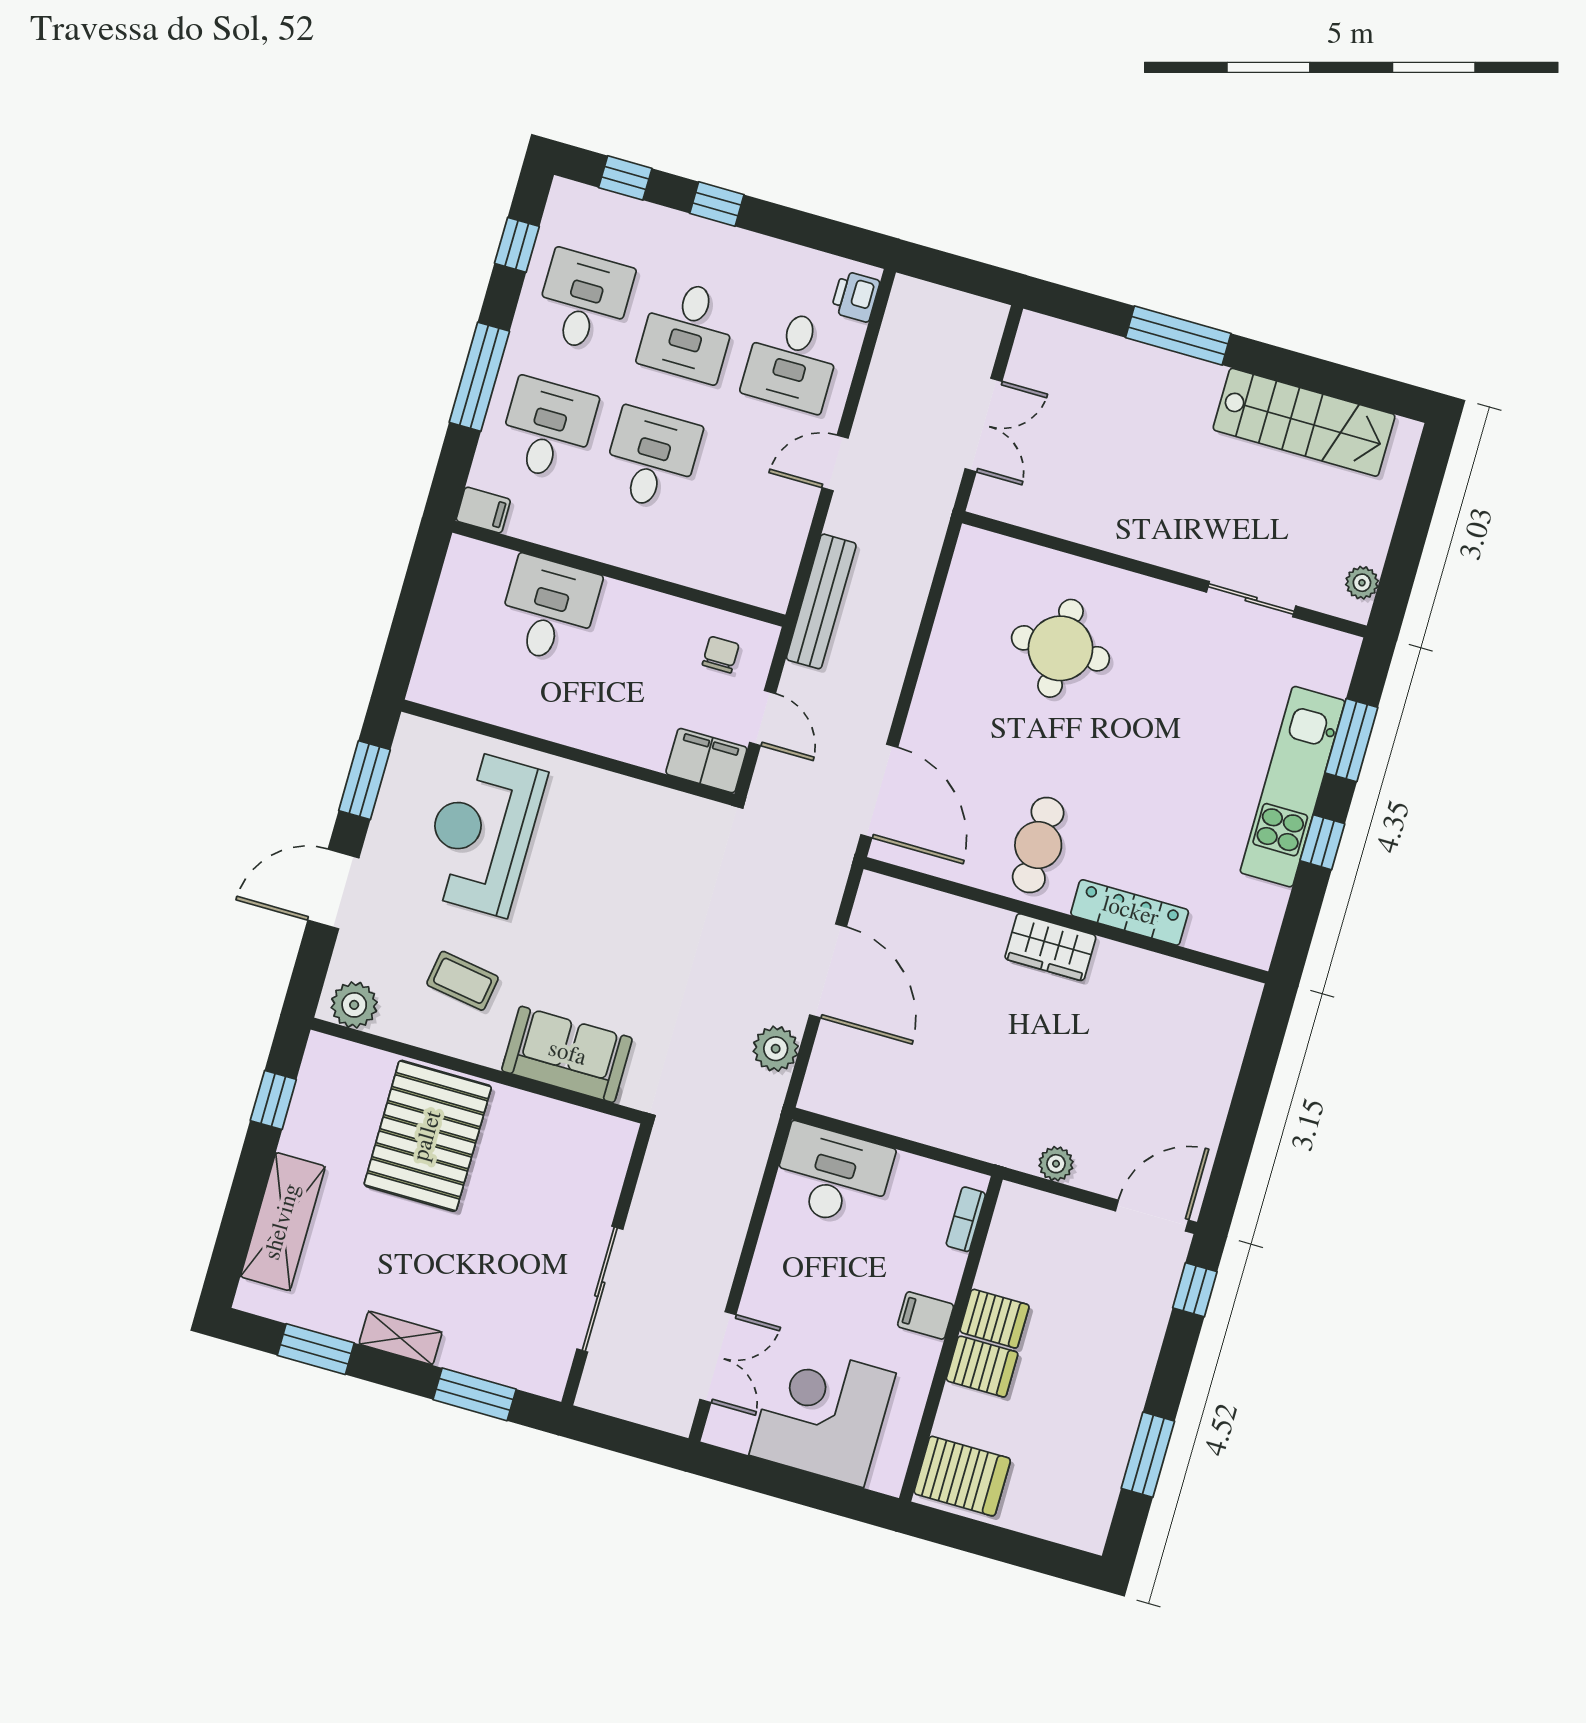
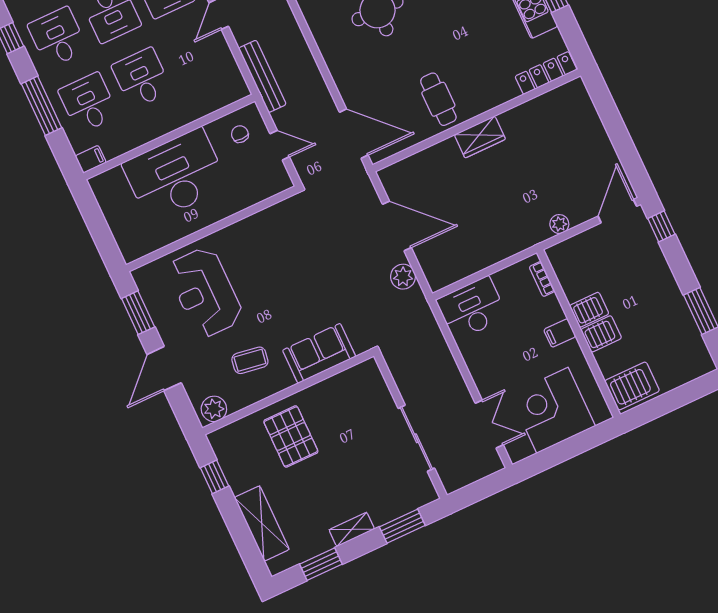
desk: (549, 610) -> (175, 175), width x1.87, depth x1.30
filing cabinet: (706, 761) -> (272, 183), removed
locker: (1130, 912) -> (546, 73), moved
pallet: (428, 1136) -> (291, 436), width x0.73, depth x0.71

